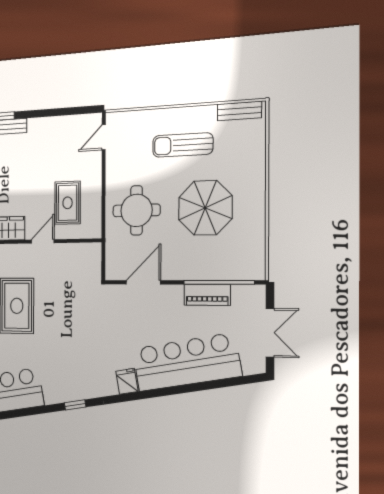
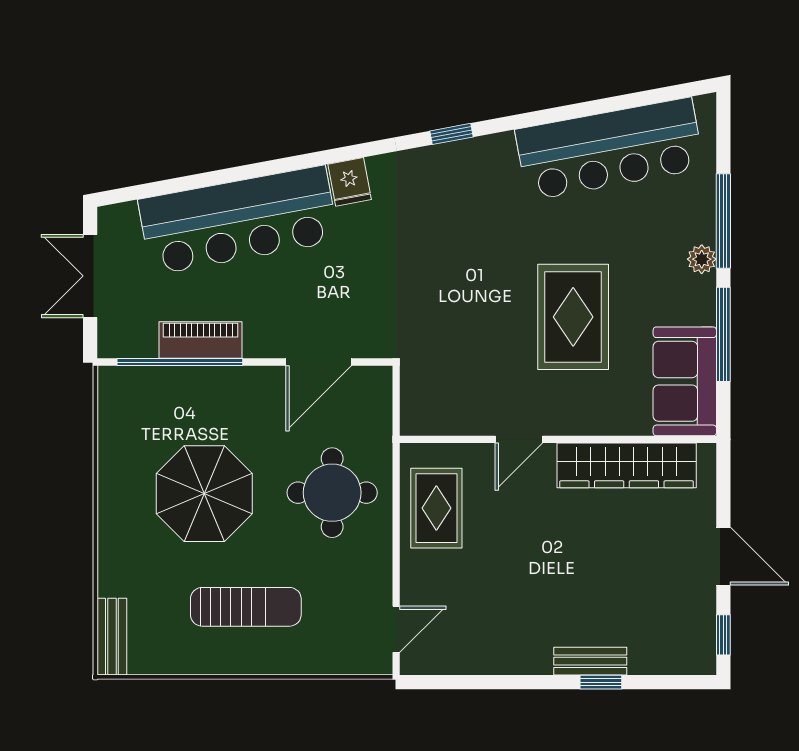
bench: (239, 111) -> (112, 637), moved, turned 90
rug: (68, 203) -> (436, 508), moved

